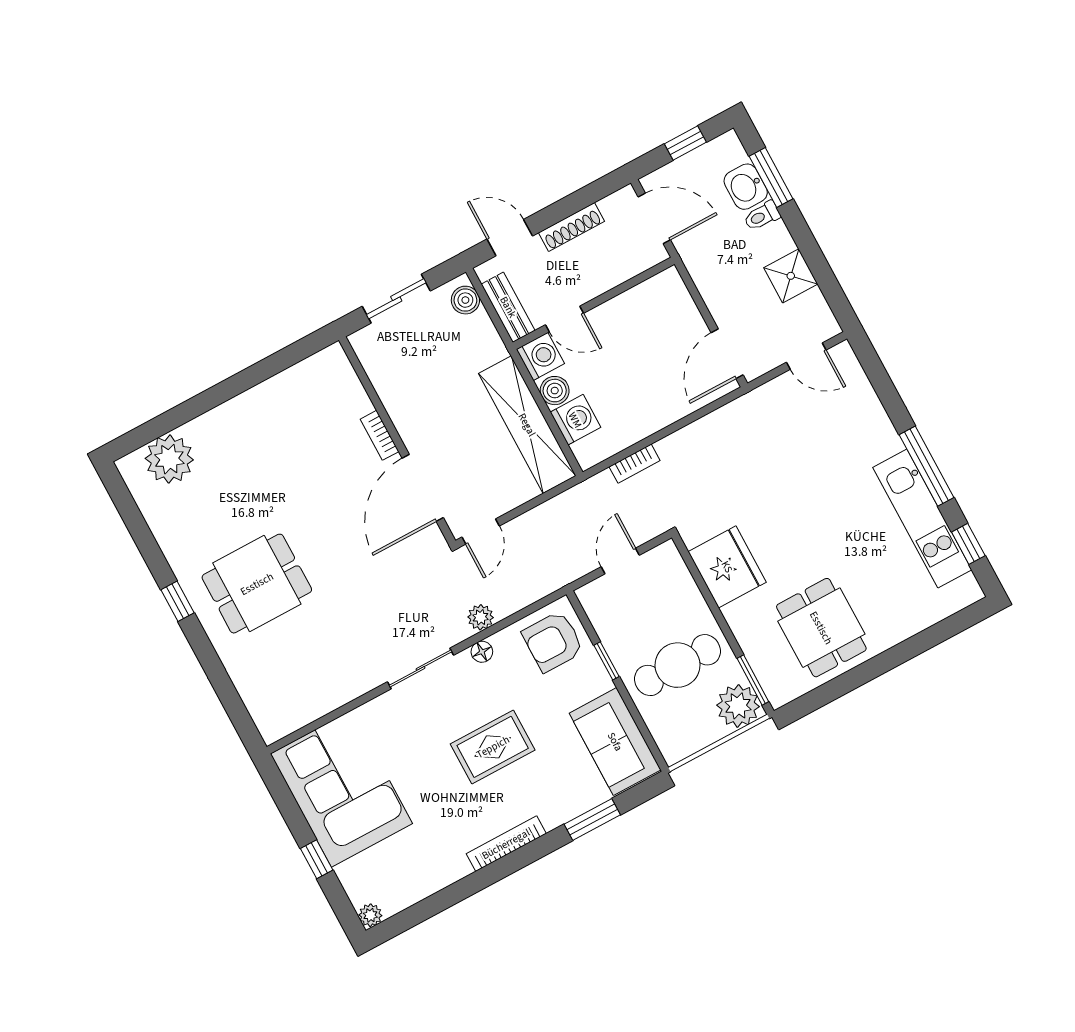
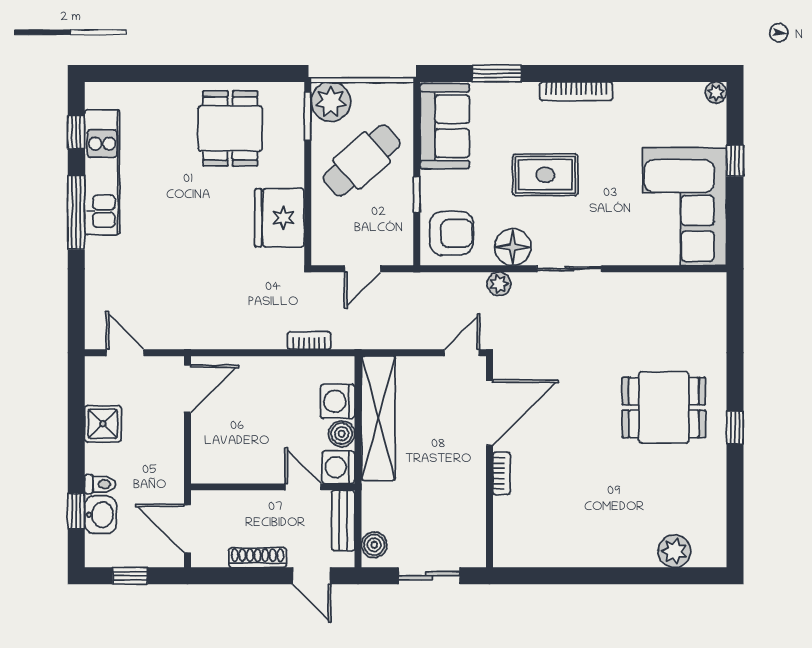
window: (771, 178) -> (76, 511), width x0.67
plant: (169, 459) -> (674, 551), width x0.73, depth x0.73
floor lamp: (482, 652) -> (513, 247), width x1.89, depth x1.89
cafe table: (677, 665) -> (362, 161), turned -41

